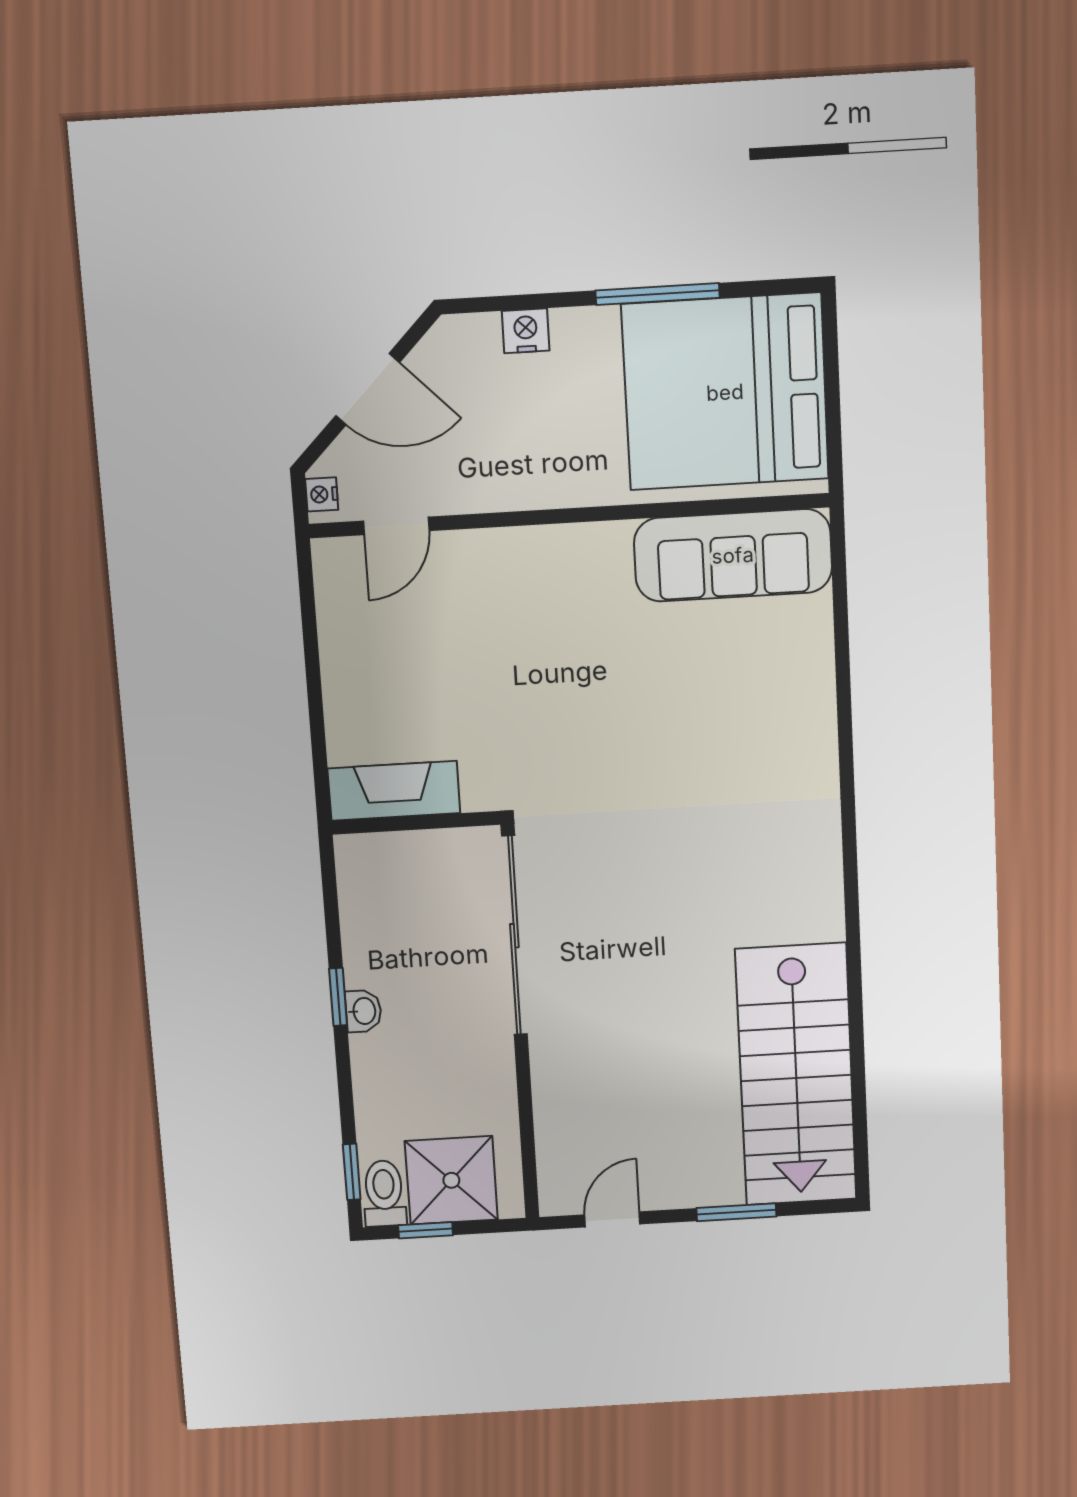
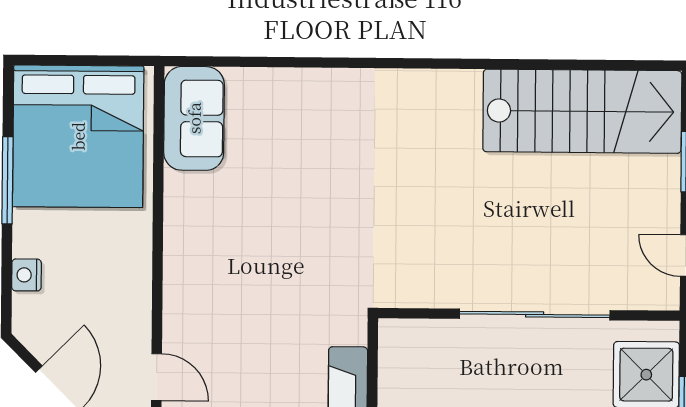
sofa: (733, 555) -> (194, 118), width x0.73
sliding door: (514, 936) -> (535, 314), moved

